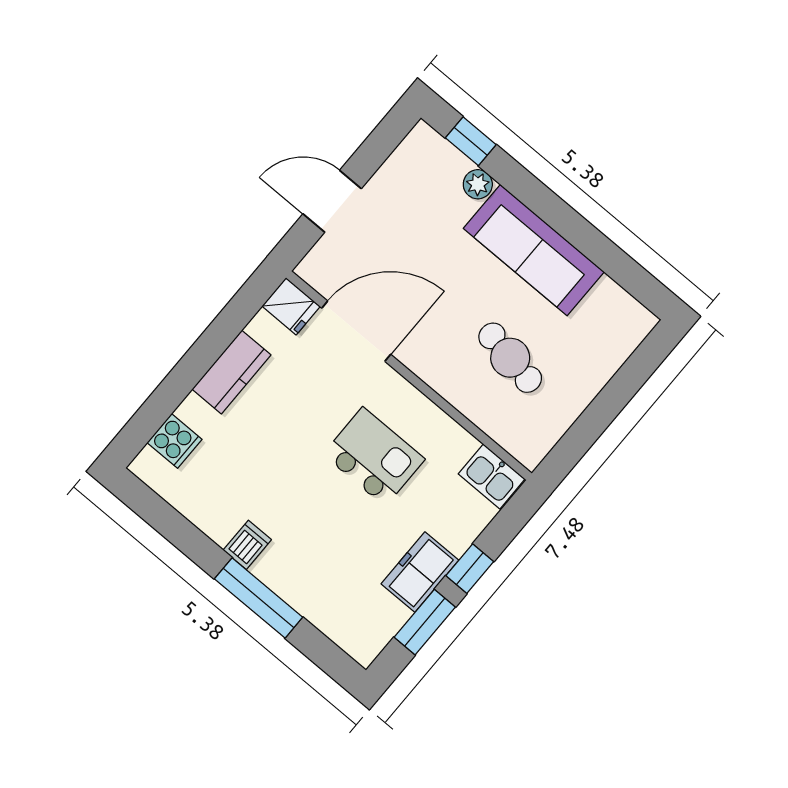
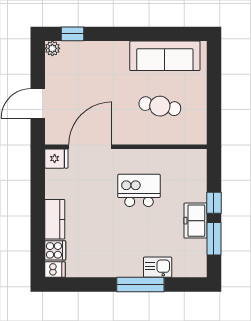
plant: (478, 184) -> (52, 48), moved
sofa: (534, 250) -> (165, 56), moved
kitchen counter: (232, 372) -> (55, 219), moved
kitchen sink: (492, 476) -> (158, 267), moved, turned 180
dishwasher: (247, 545) -> (55, 269), moved, turned 90

